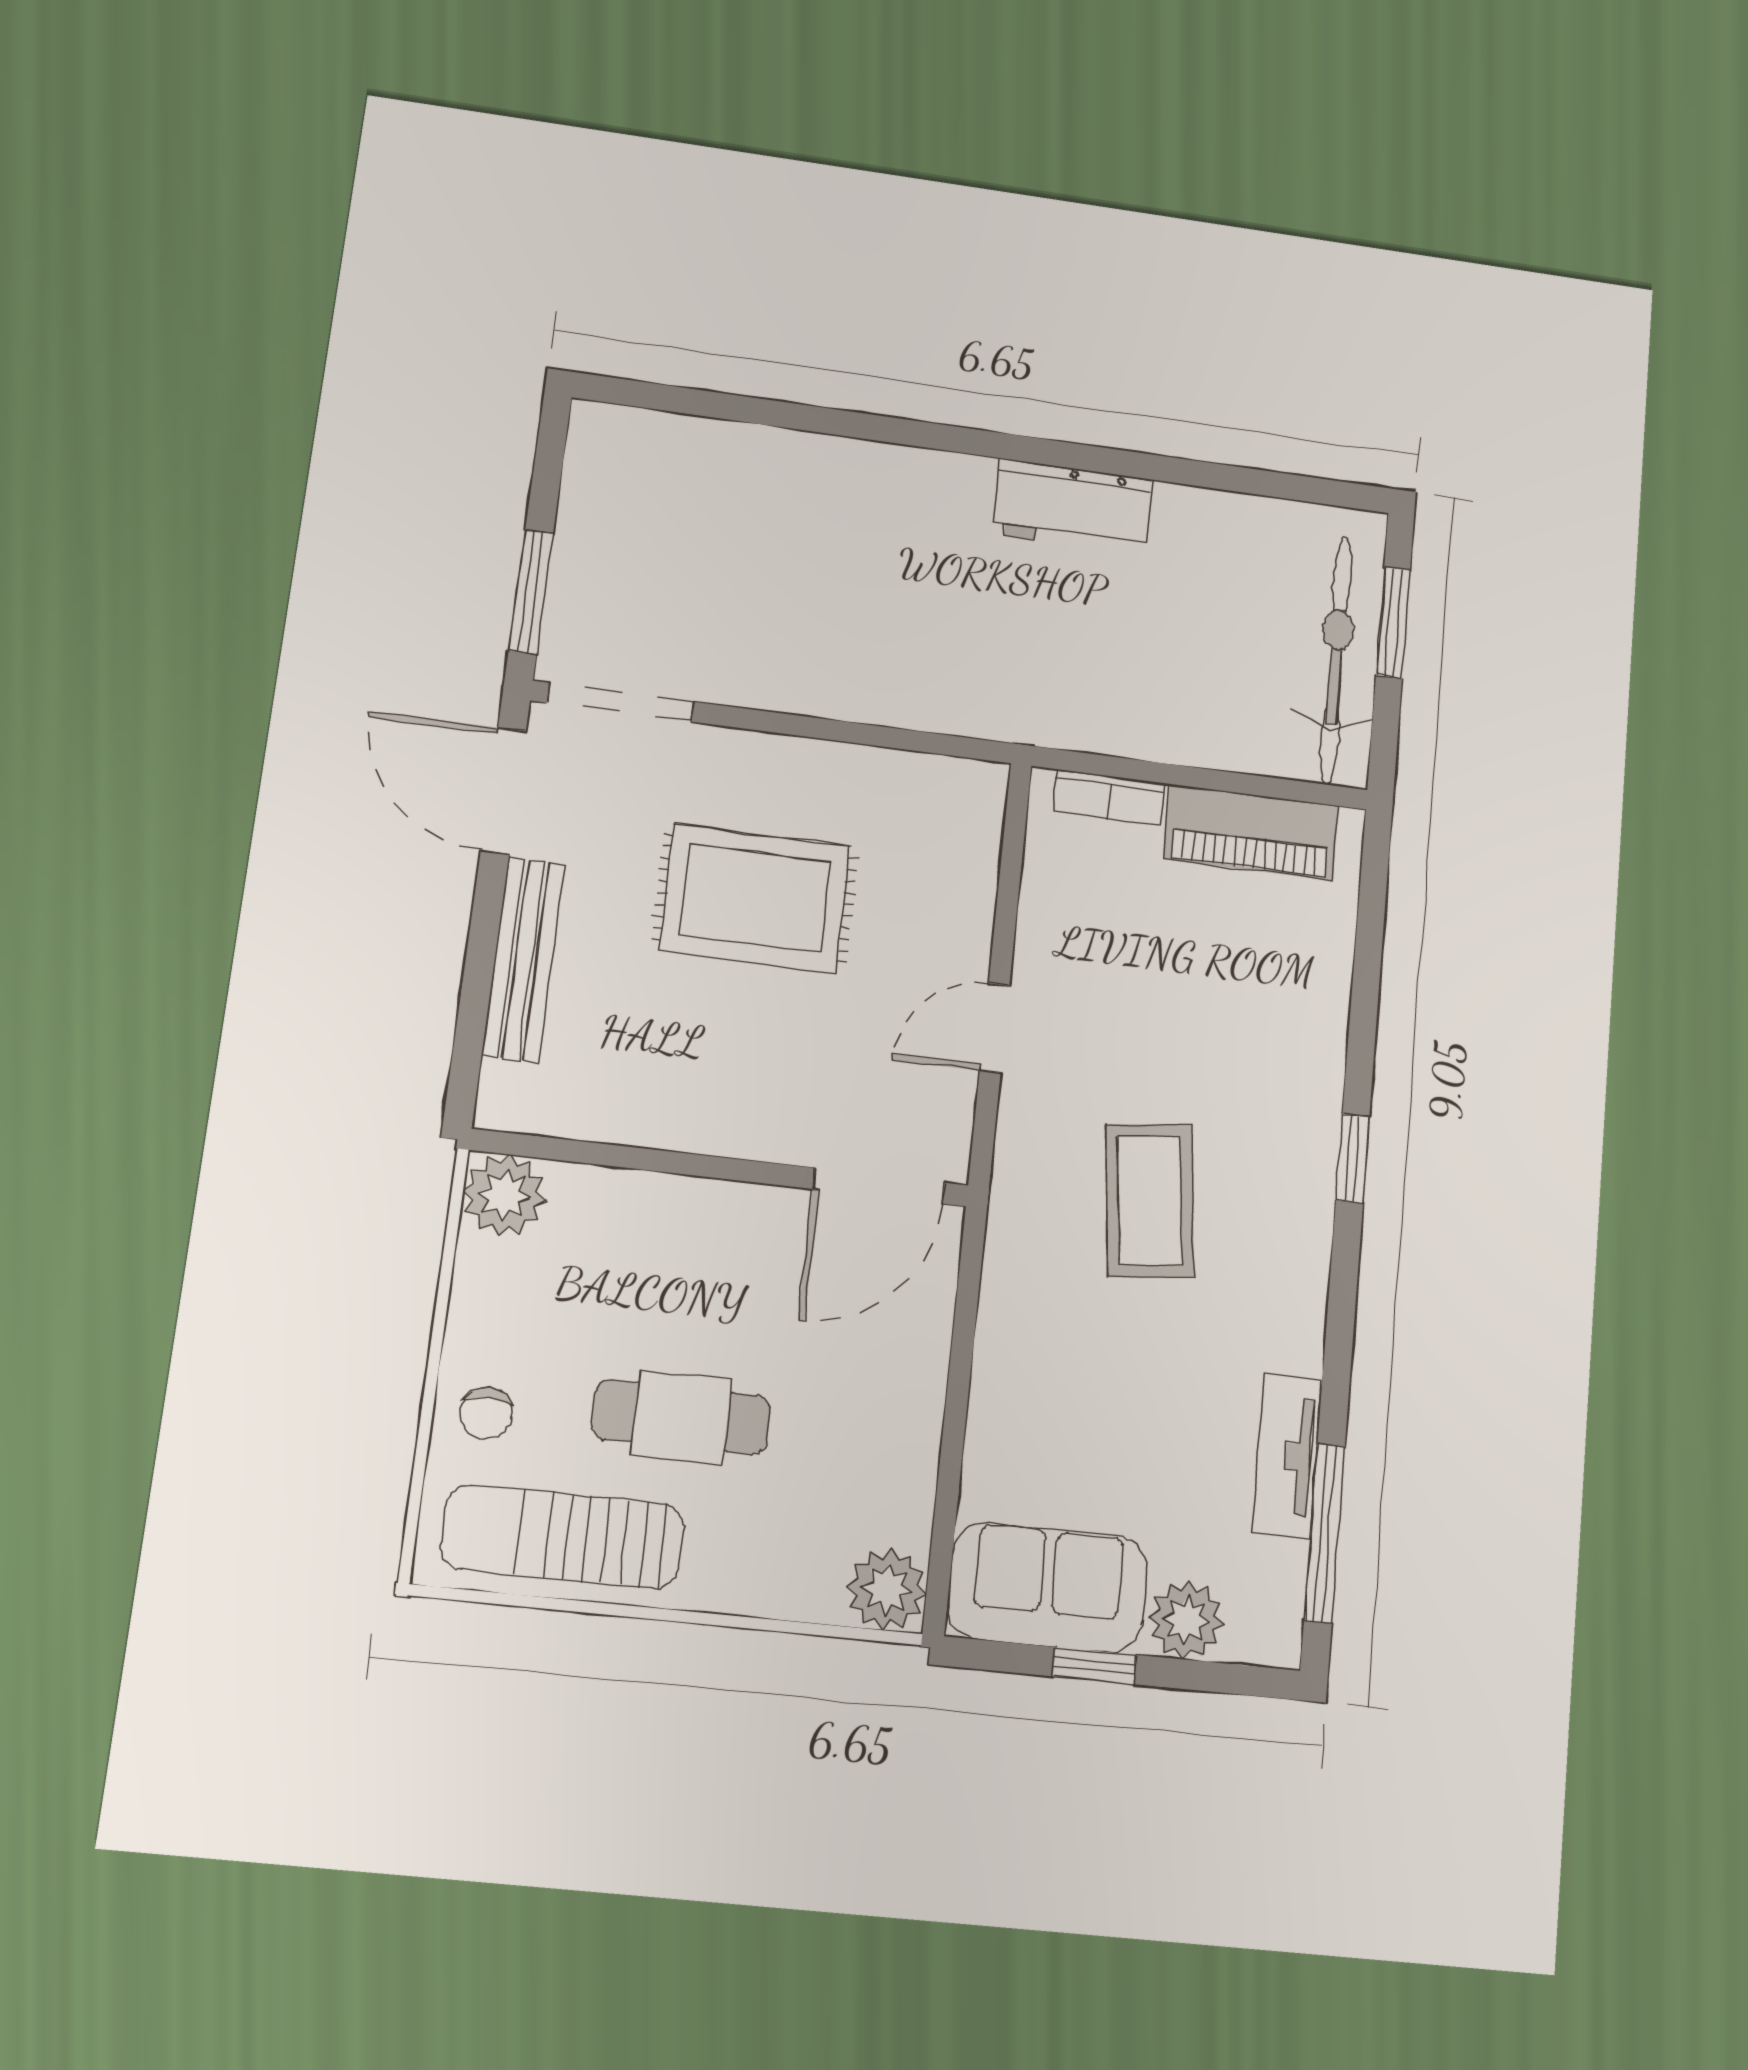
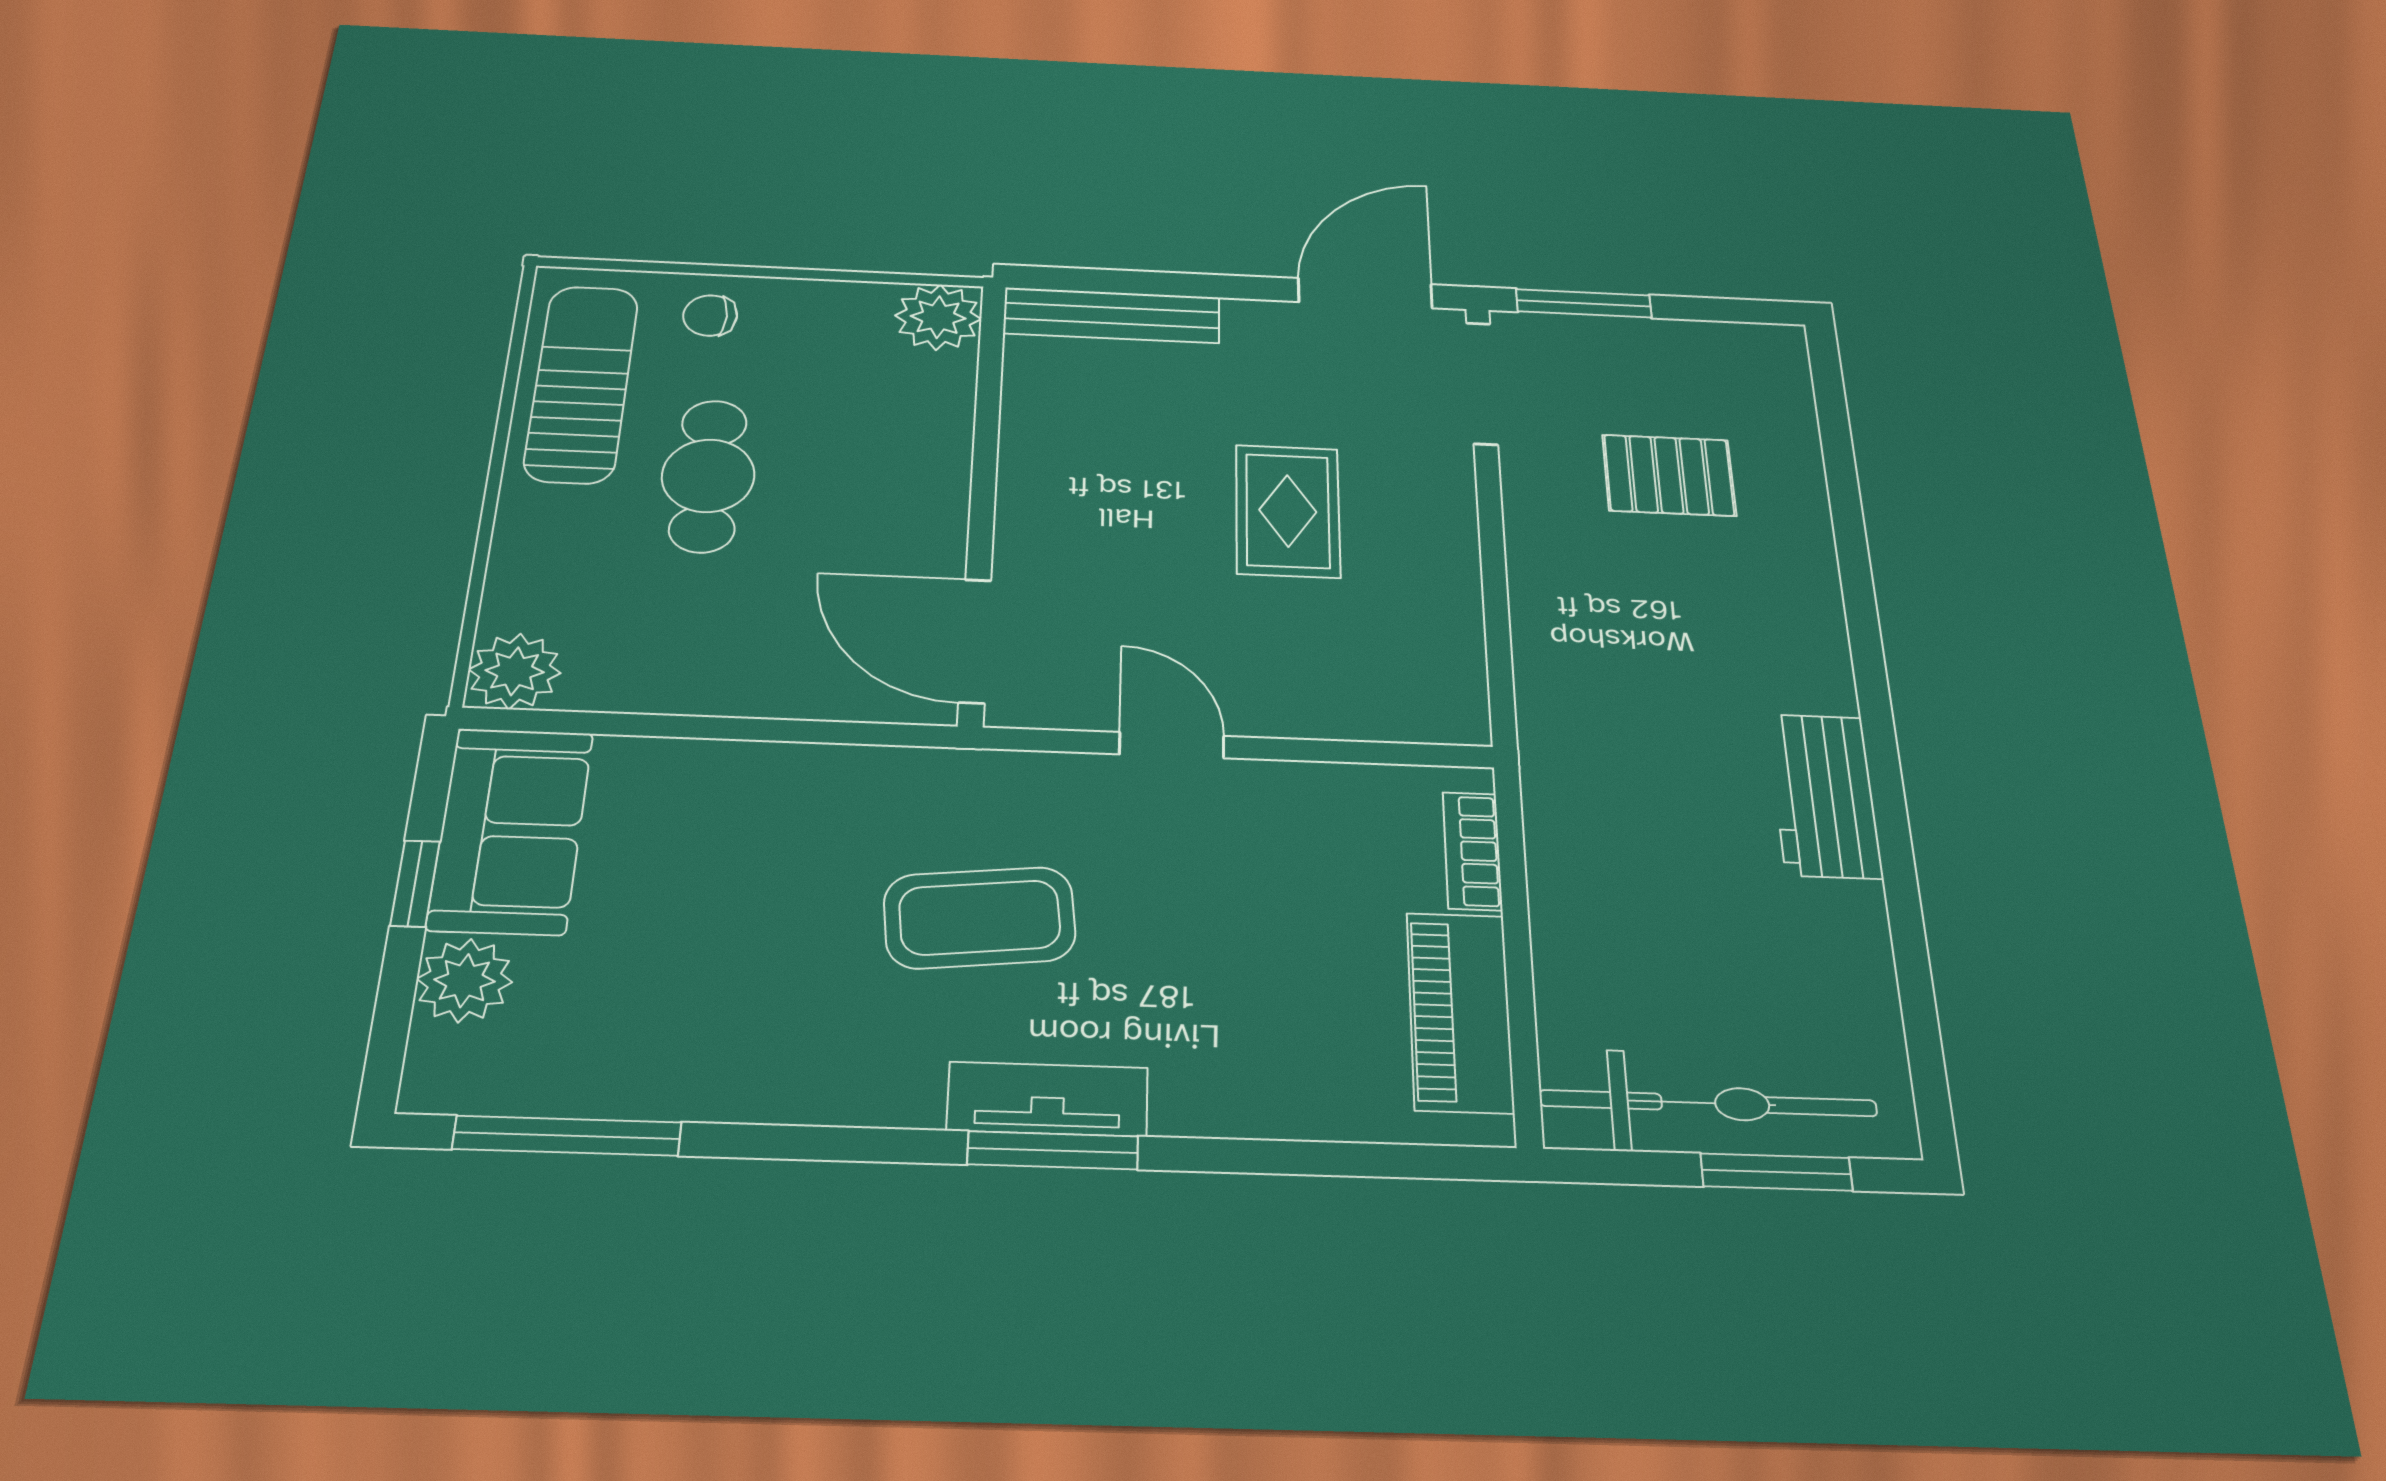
pallet: (737, 558) -> (1669, 475), added
rug: (755, 898) -> (1288, 511), width x0.73, depth x0.70
bench: (523, 960) -> (1112, 315), moved
window: (1353, 1159) -> (1053, 1150), width x1.50
tv unit: (1287, 1456) -> (1048, 1099), moved

